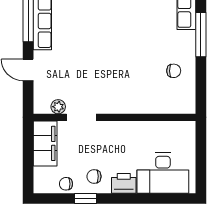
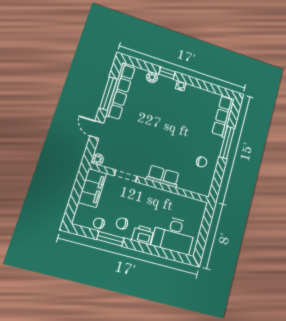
row of seats: (129, 104) -> (163, 176), added
plant: (58, 107) -> (98, 159), moved
window: (85, 198) -> (110, 239), width x1.50

